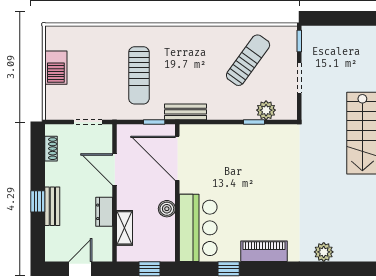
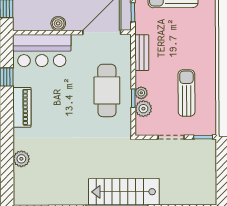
sun lounger: (248, 60) -> (186, 93), turned -126
bench: (185, 112) -> (142, 53), moved
plant: (248, 113) -> (141, 93), added
cafe table: (245, 152) -> (107, 90), added

